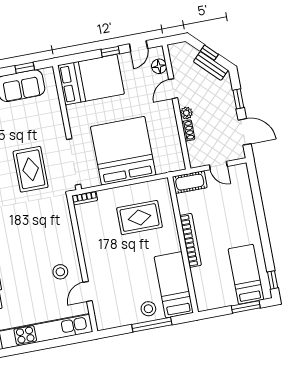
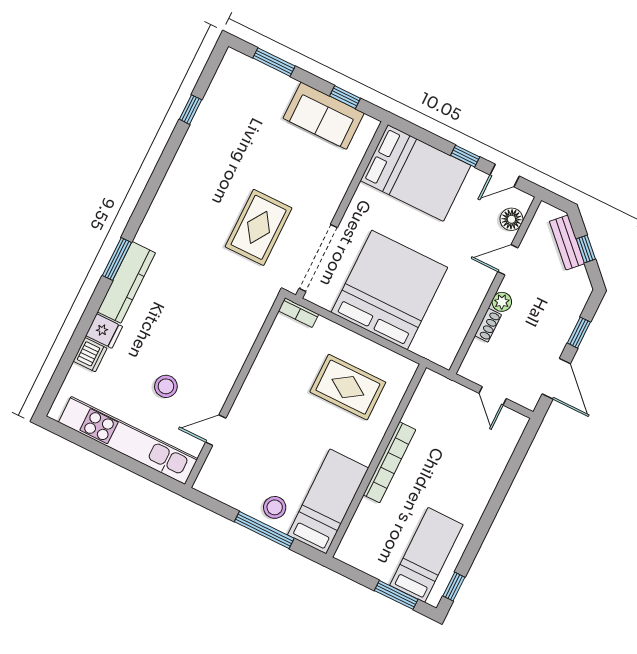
bench: (211, 66) -> (567, 242), moved
cot: (190, 182) -> (442, 390), removed
stool: (60, 272) -> (166, 386), moved

